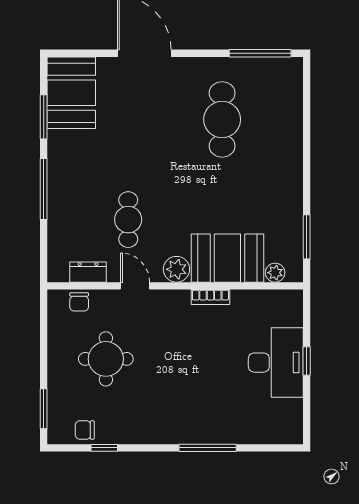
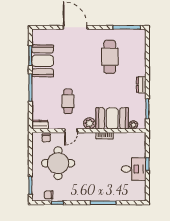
booth: (71, 93) -> (43, 61), moved
dresser: (293, 182) -> (141, 85), added
dresser: (88, 272) -> (40, 125), moved
door: (135, 286) -> (71, 131), swing flipped
round table: (106, 359) -> (58, 163), width x1.36, depth x1.36
desk: (276, 363) -> (134, 169), width x0.73

